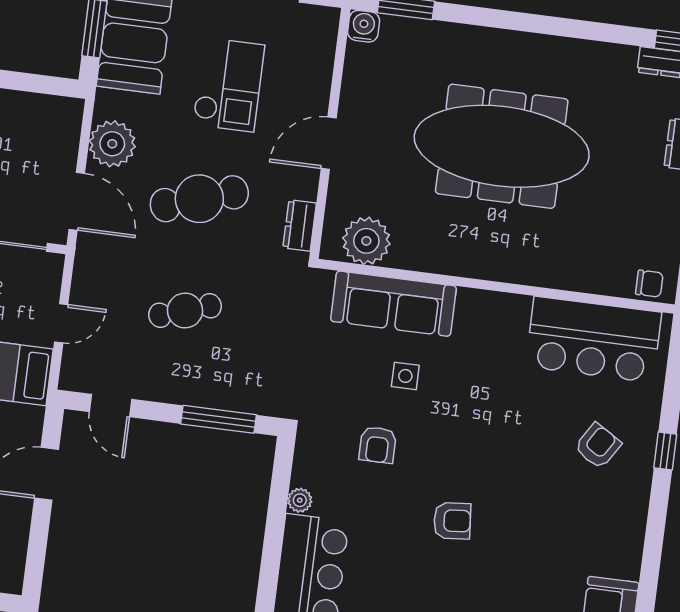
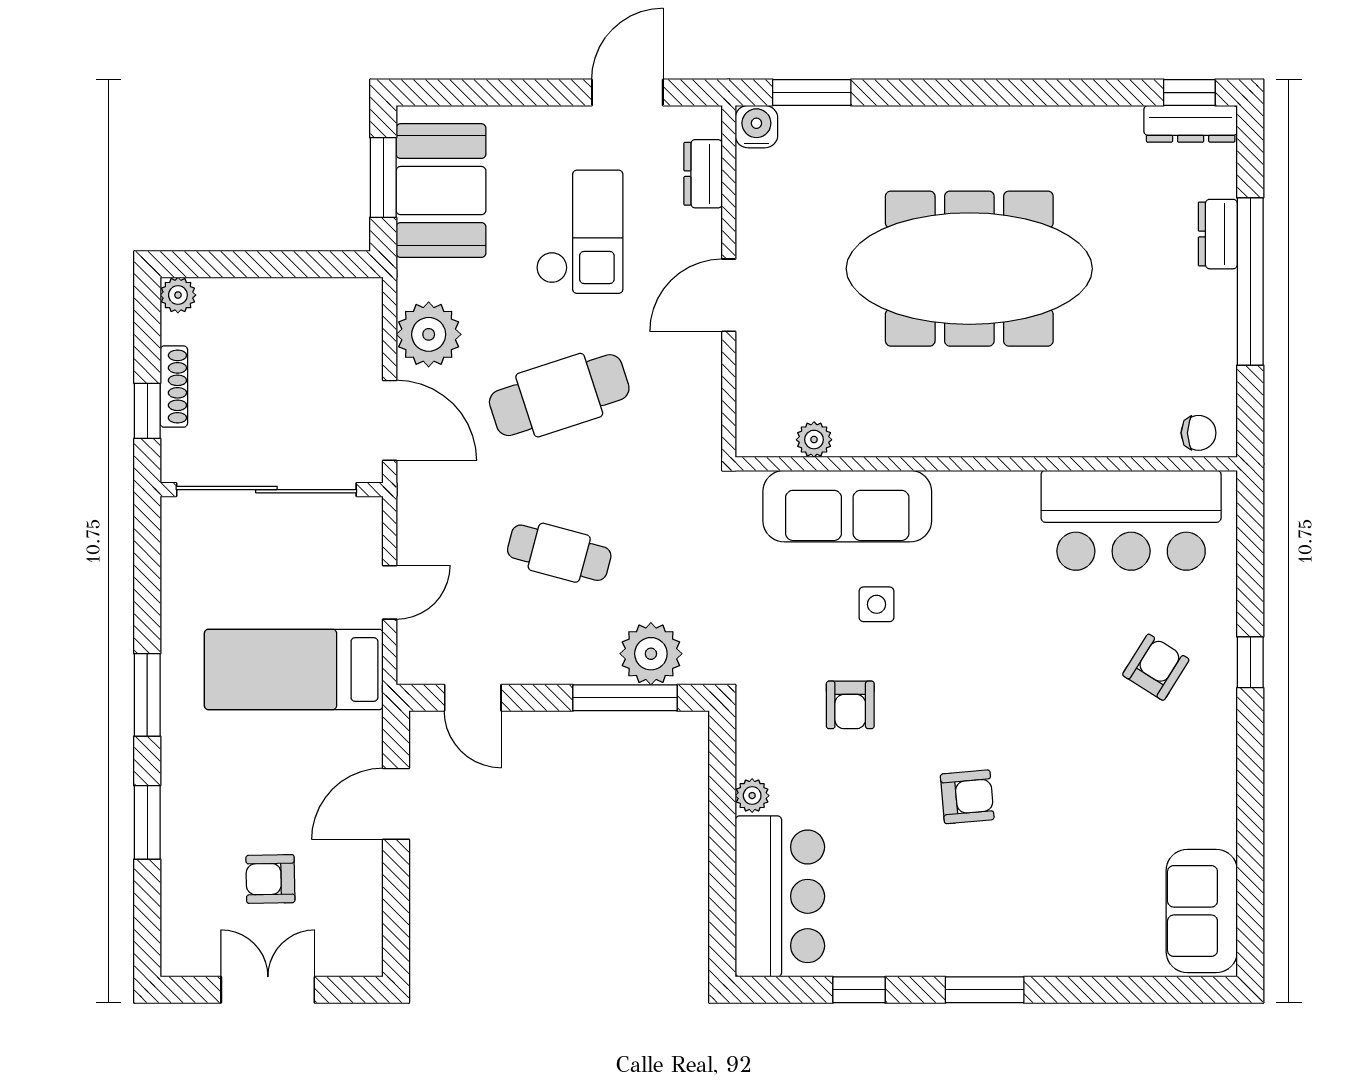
dresser: (300, 225) -> (703, 174), moved
plant: (366, 241) -> (814, 440), width x0.53, depth x0.53
cafe table: (185, 311) -> (559, 553), turned 33
plant: (241, 390) -> (651, 654), added

